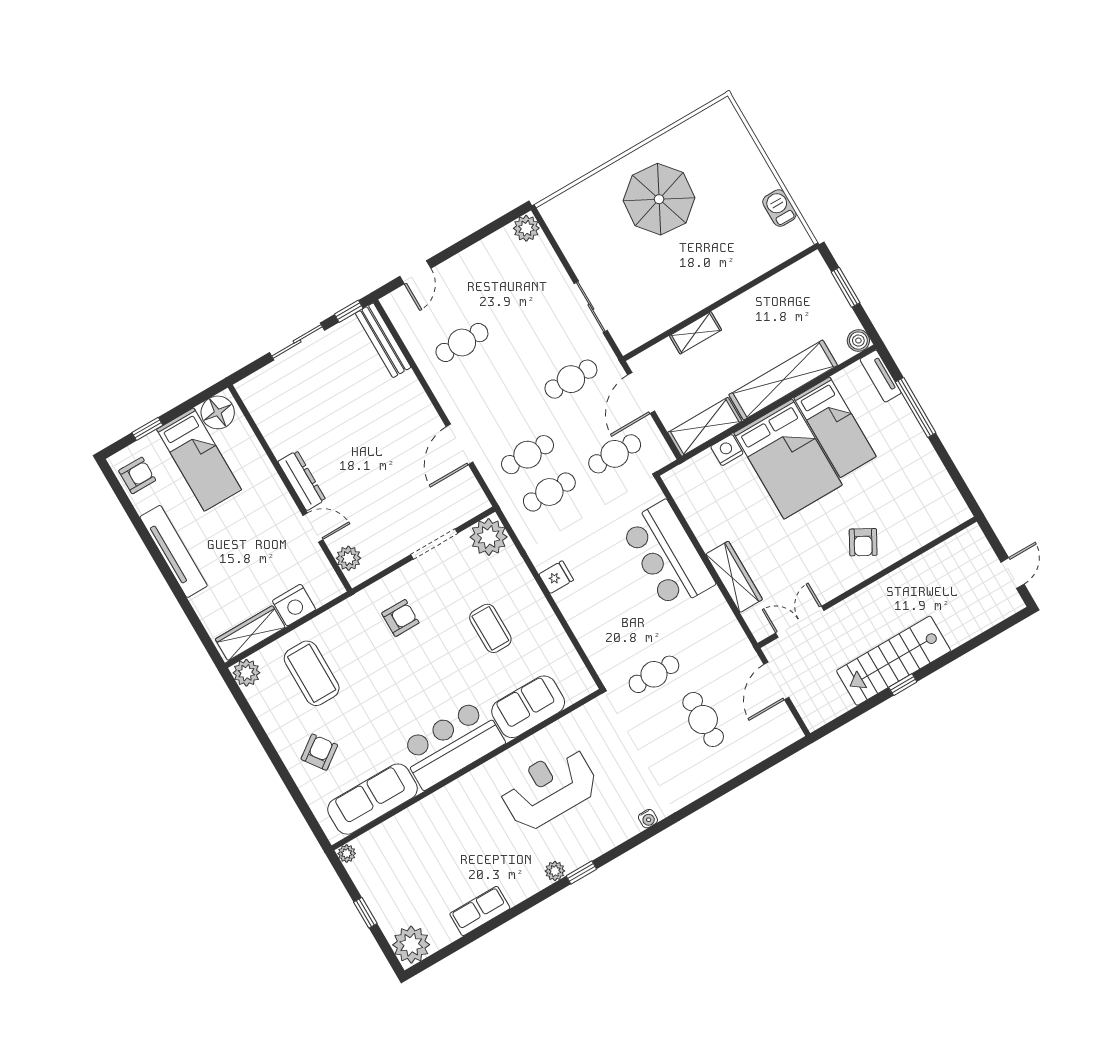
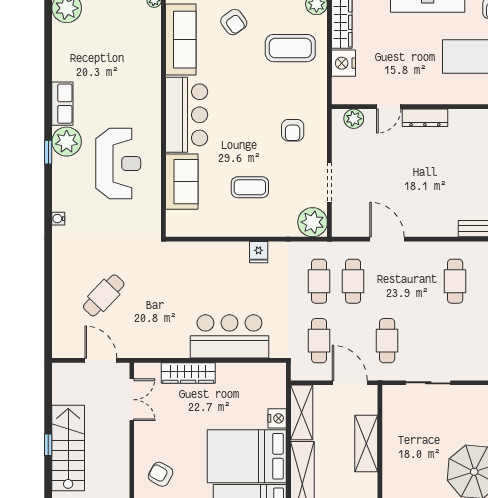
shelving: (696, 333) -> (366, 444), width x1.50, depth x1.33
cafe table: (654, 674) -> (154, 280), removed
cafe table: (703, 720) -> (104, 295), turned -46
plant: (555, 871) -> (67, 142), width x1.87, depth x1.87
row of seats: (480, 911) -> (62, 104), moved

